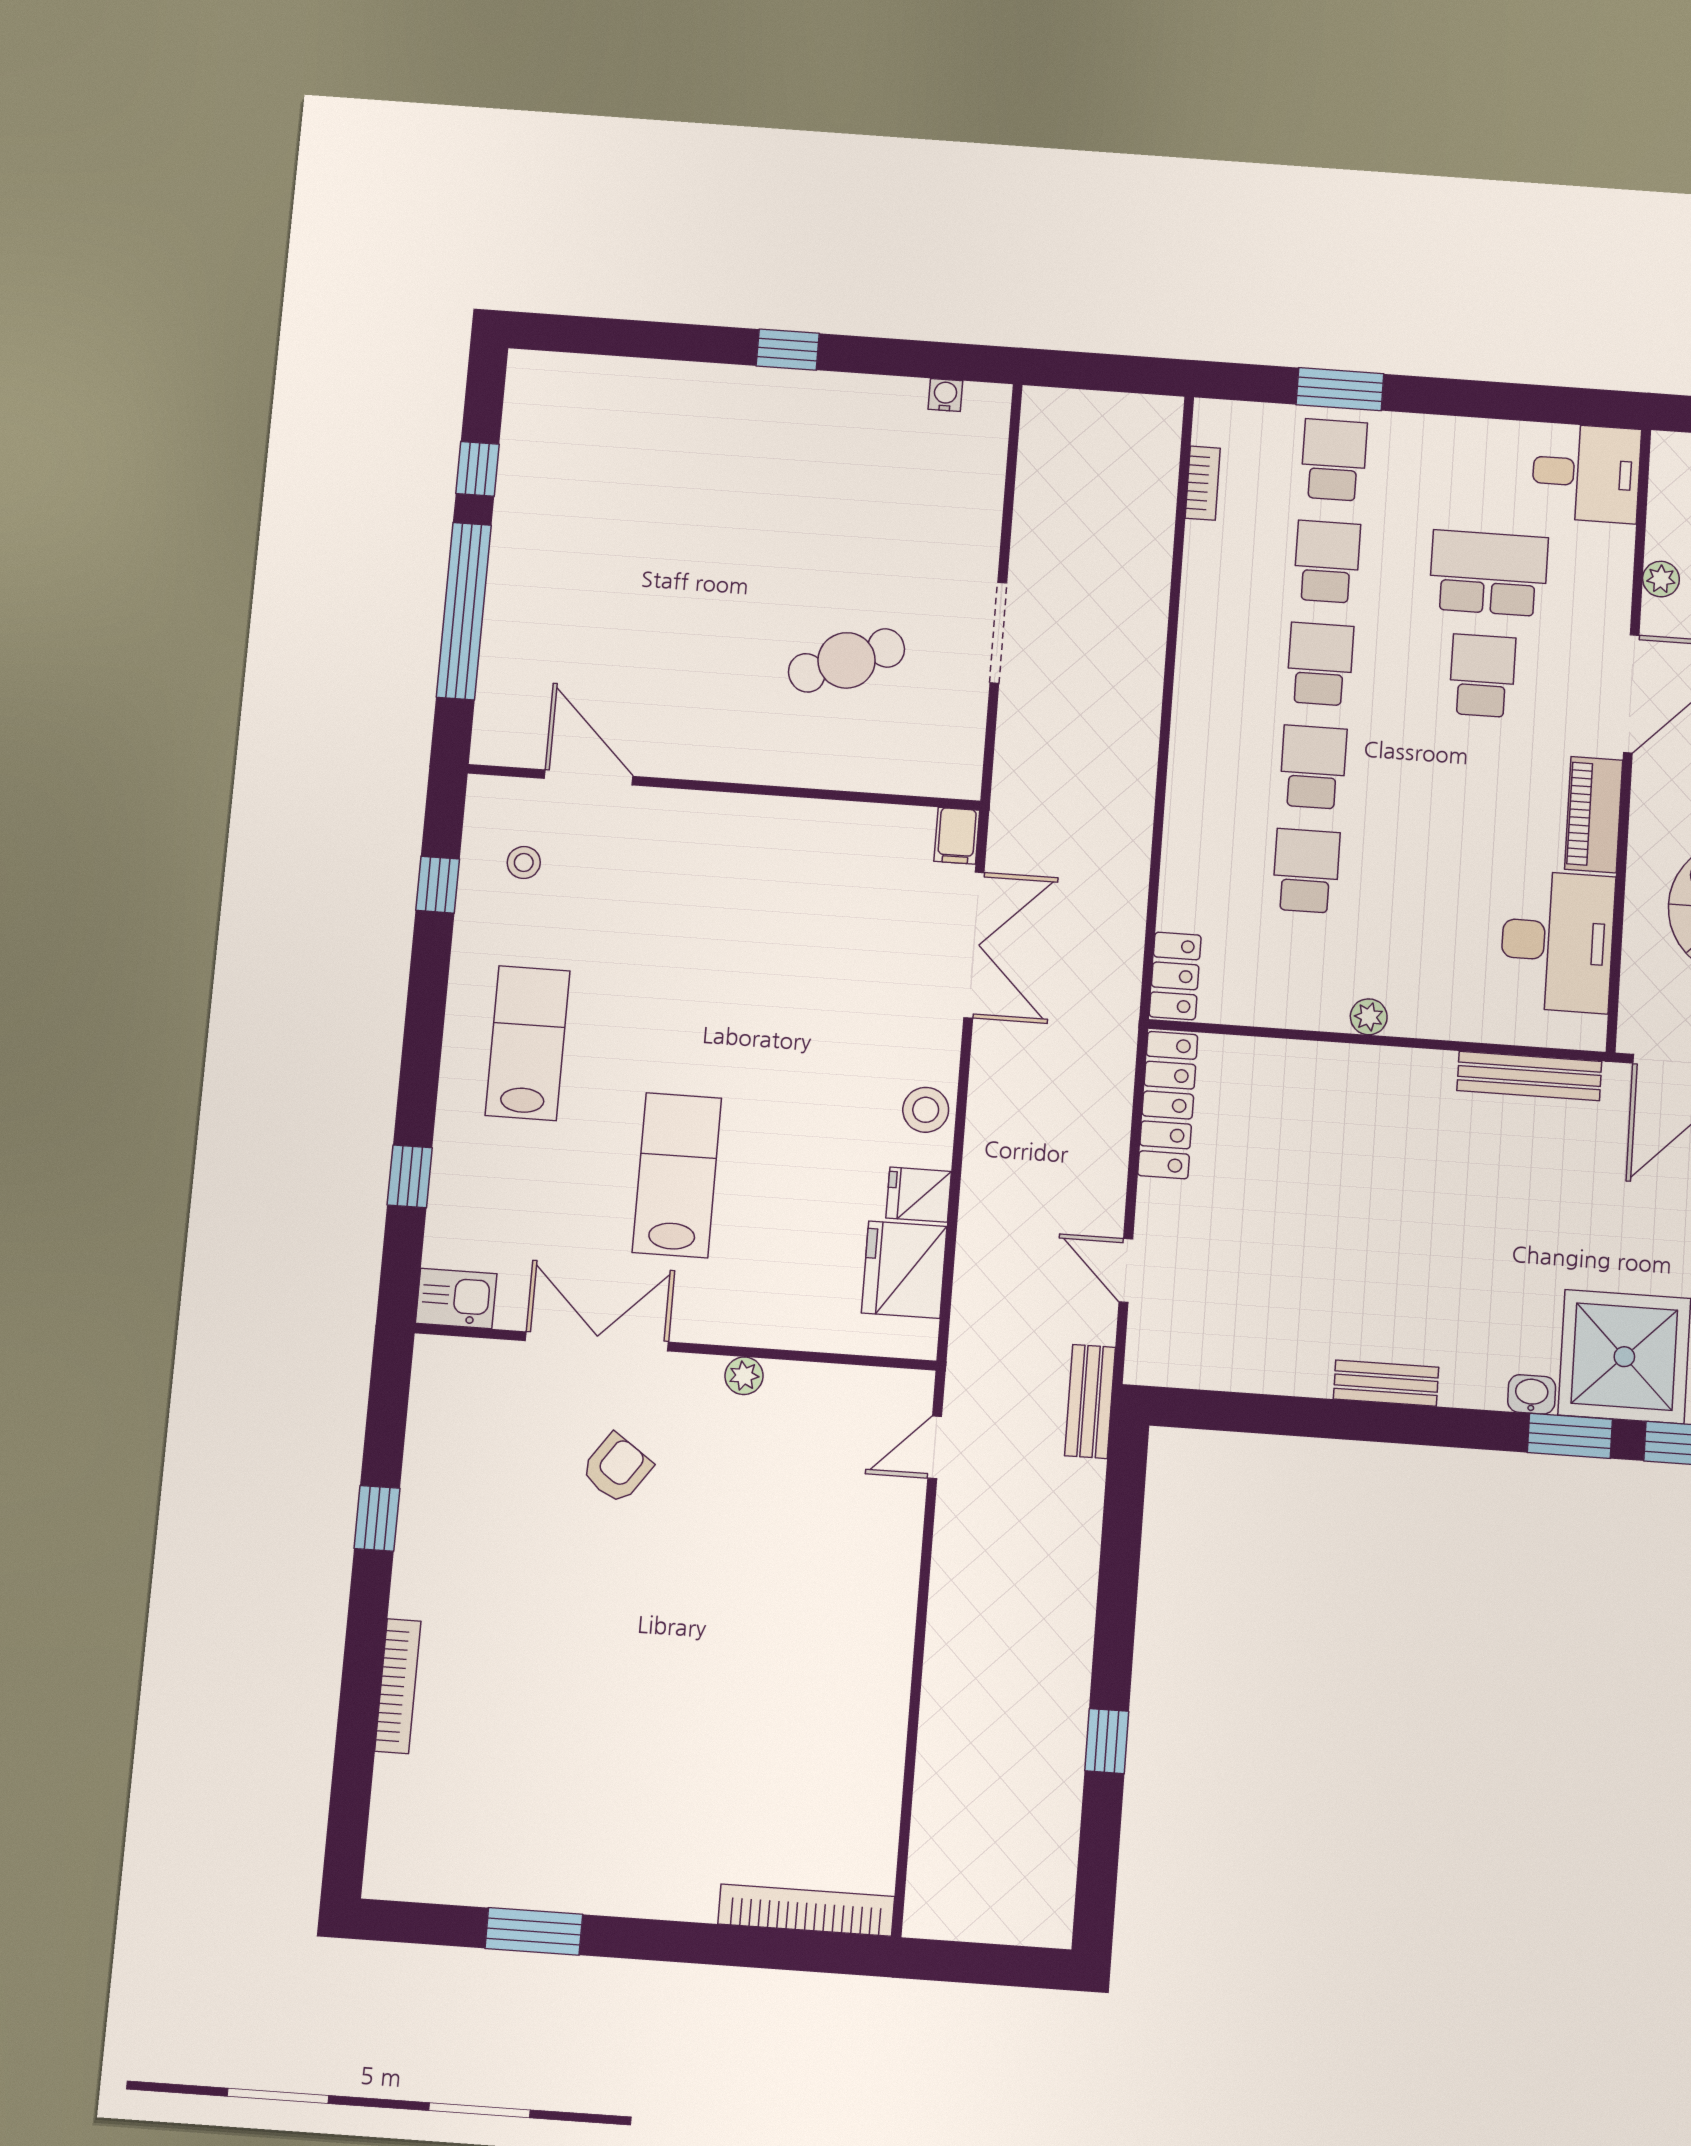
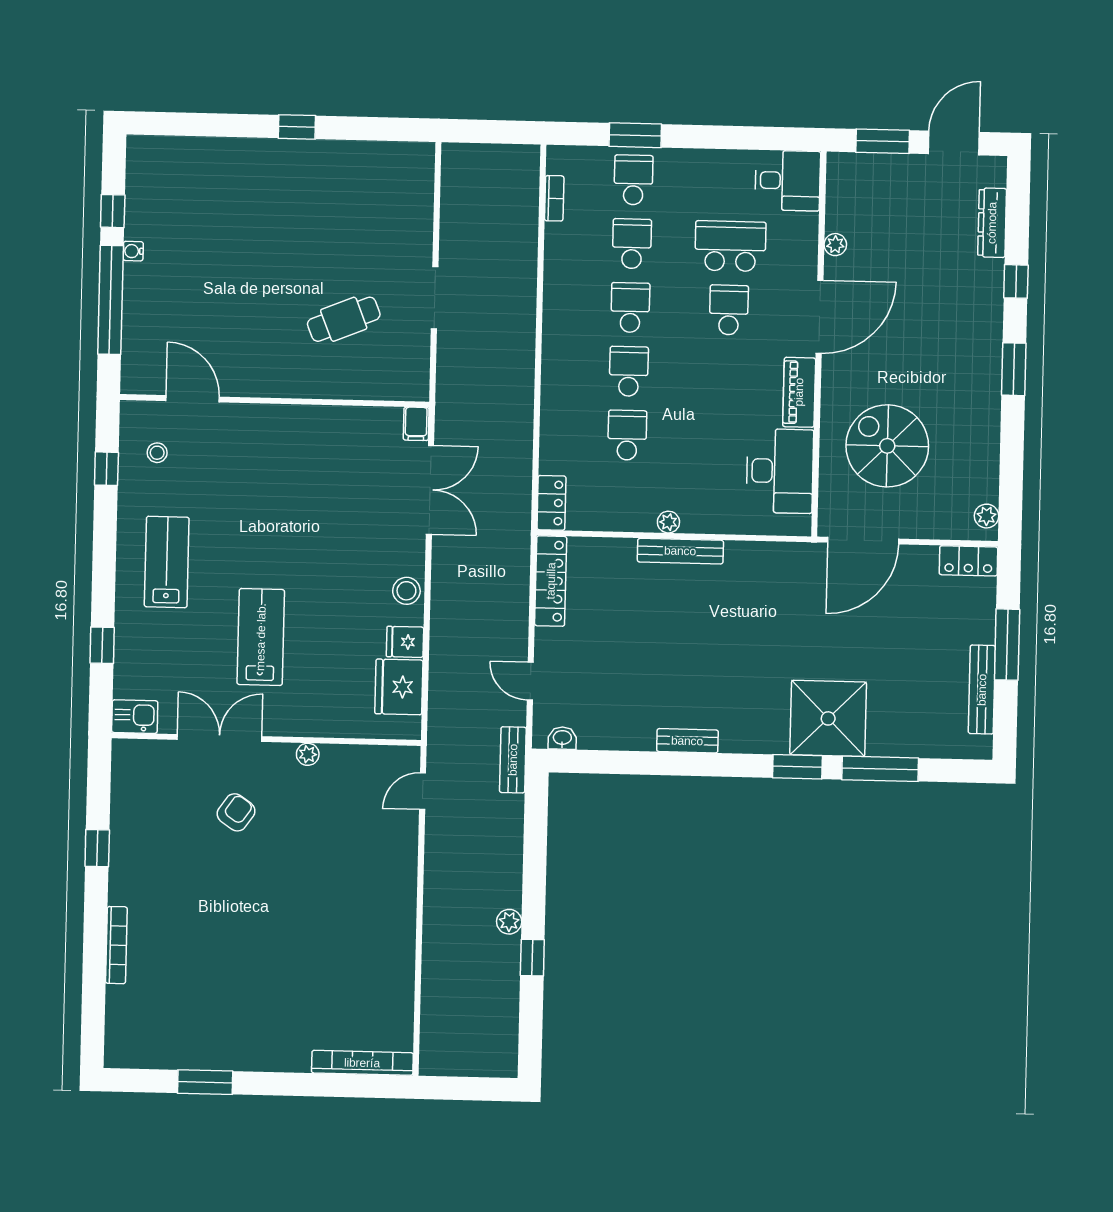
water cooler: (945, 395) -> (133, 251), moved, turned -90
bench: (1529, 1076) -> (680, 551), moved
washbasin: (1532, 1394) -> (562, 738), moved
plant: (1070, 1677) -> (509, 922), added

